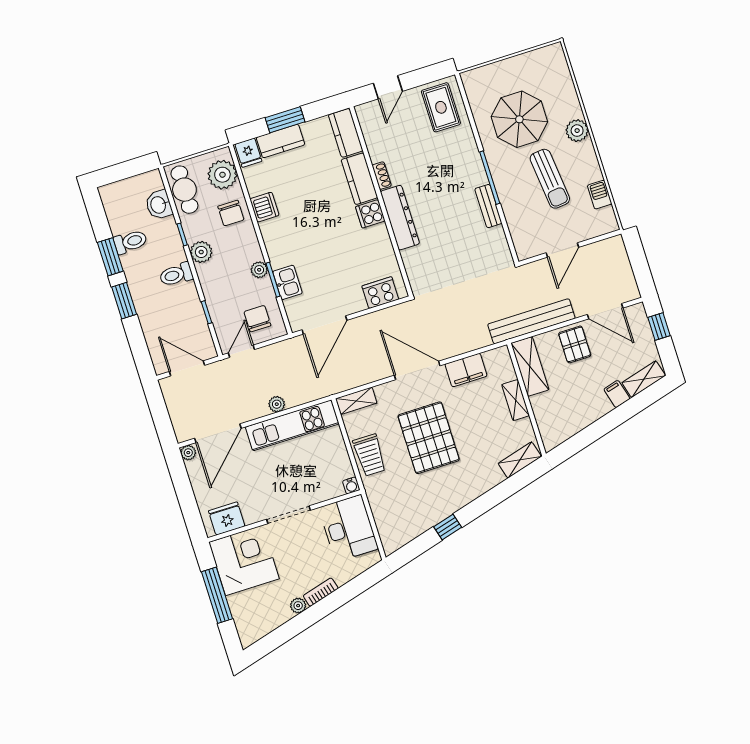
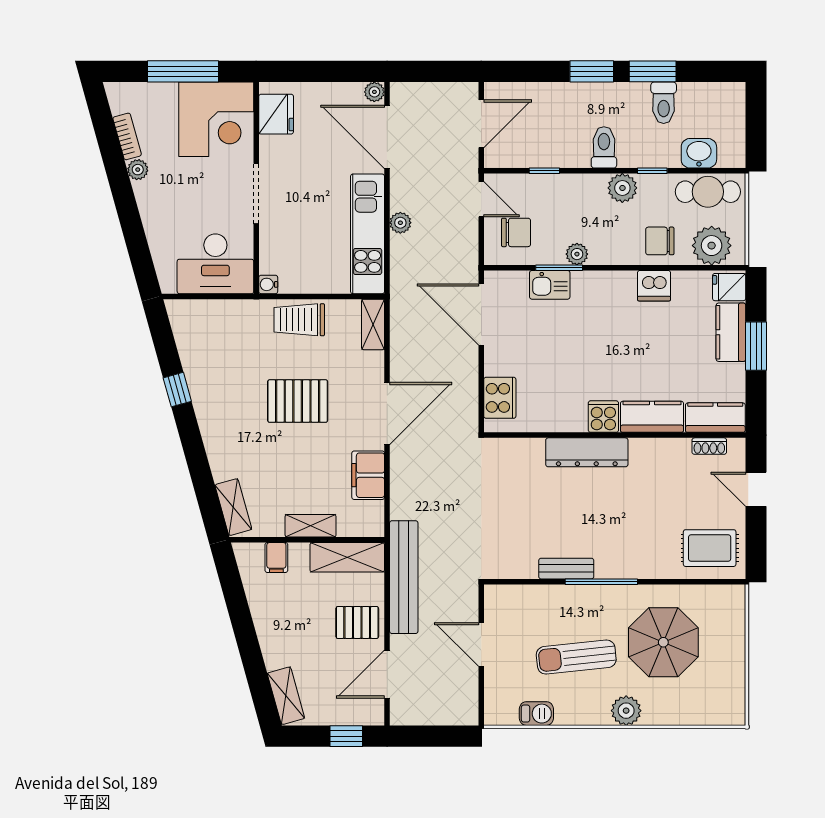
shoe rack: (382, 176) -> (709, 446), moved
filing cabinet: (617, 394) -> (276, 557), moved, turned 106
pallet: (429, 438) -> (298, 401), width x0.73, depth x0.71
bookcase: (321, 592) -> (127, 136), moved

